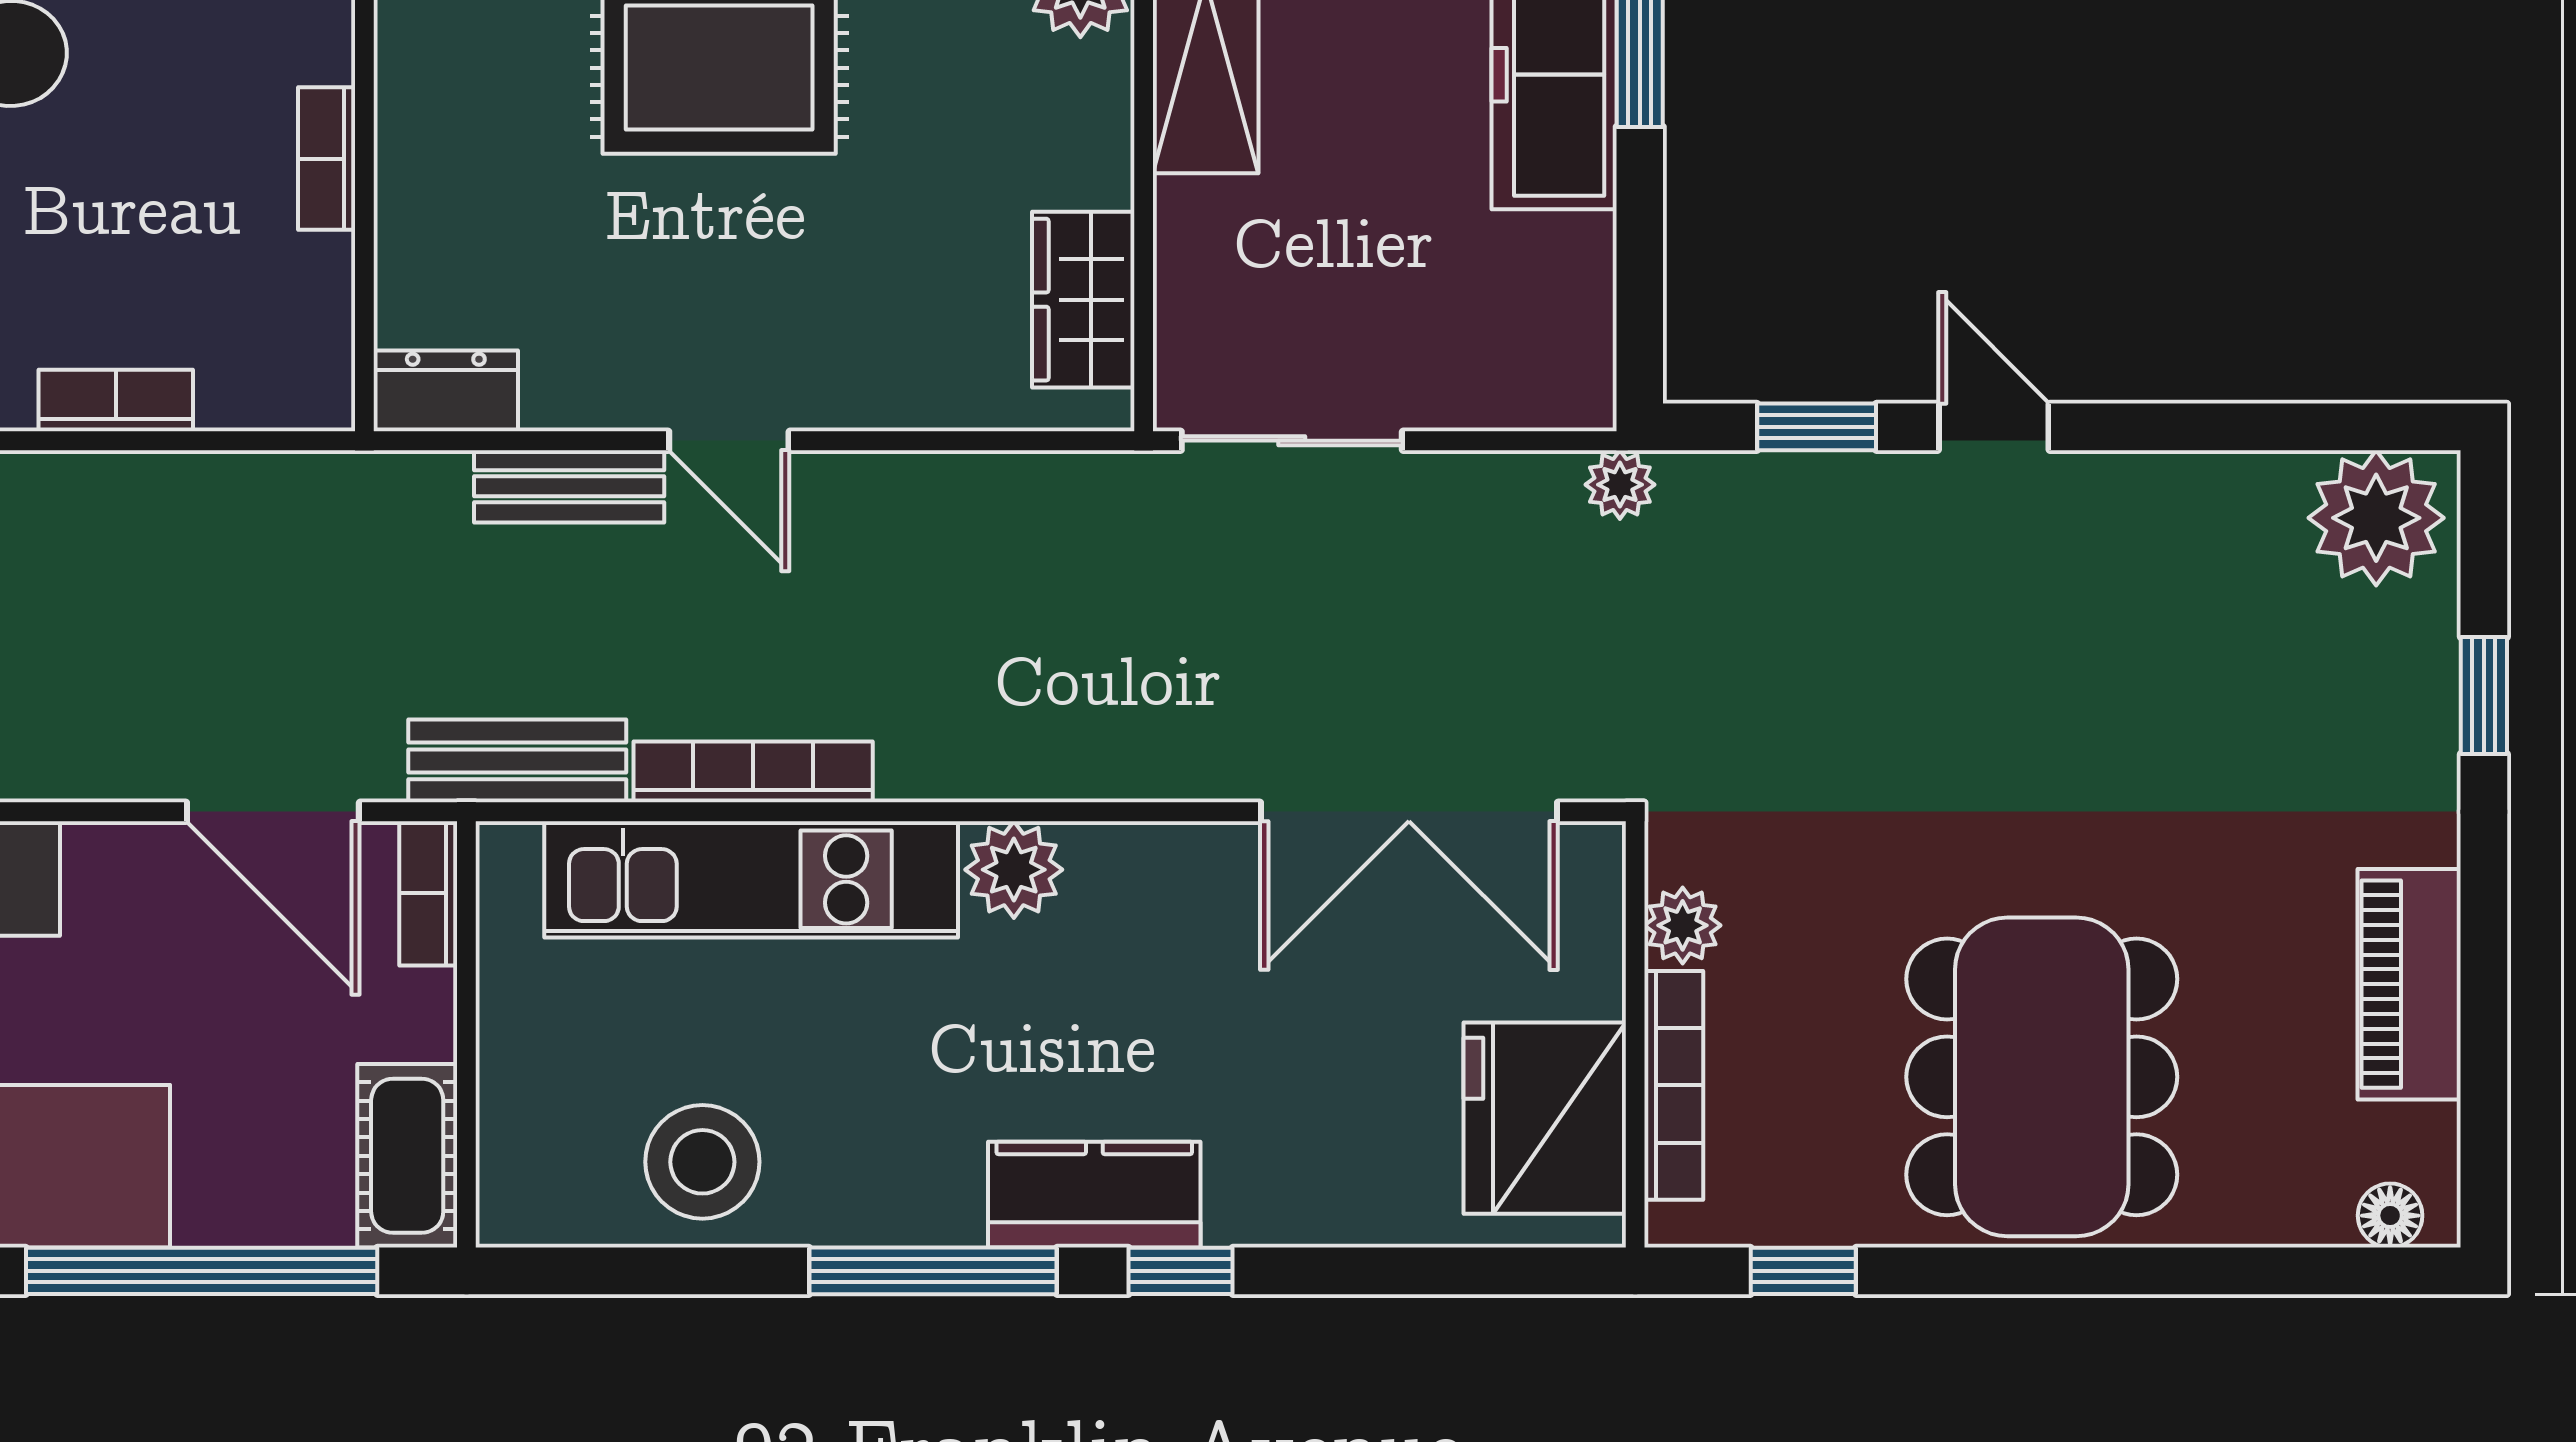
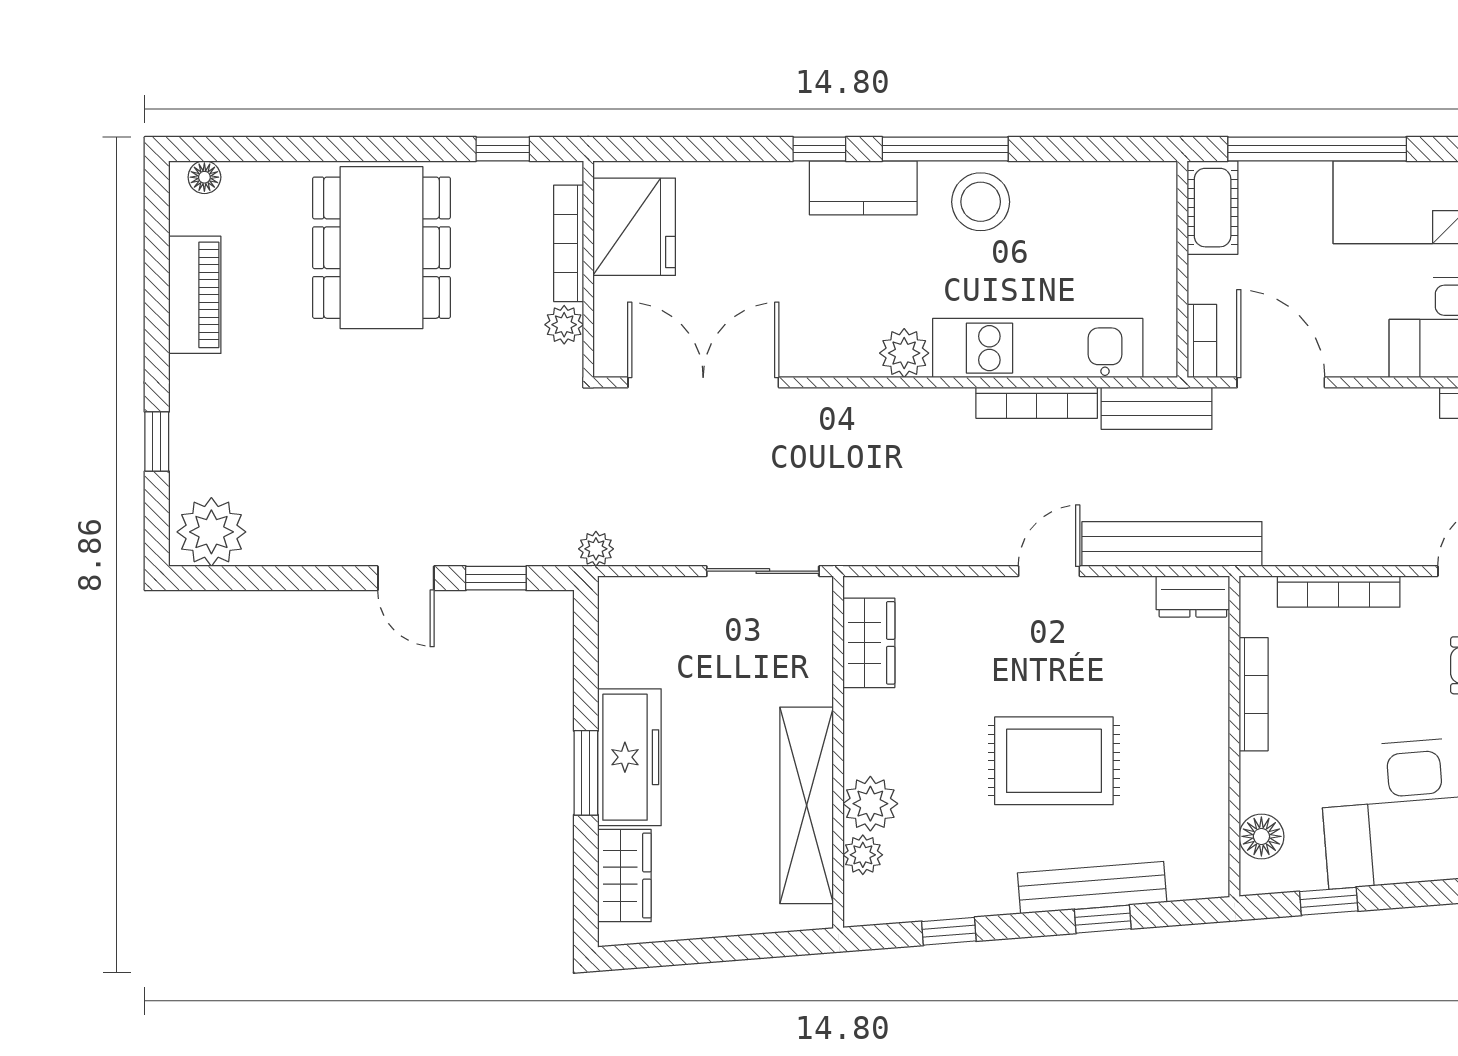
bookcase: (327, 159) -> (1254, 694), width x1.56
bookcase: (116, 401) -> (1339, 592), width x1.56
door: (729, 441) -> (1049, 571), hinge flipped
bench: (569, 486) -> (1172, 544), width x1.86, depth x1.21
stool: (702, 1162) -> (981, 202), moved

